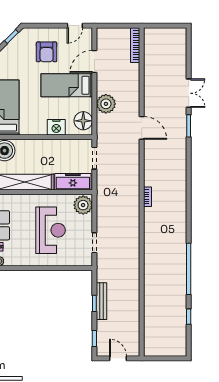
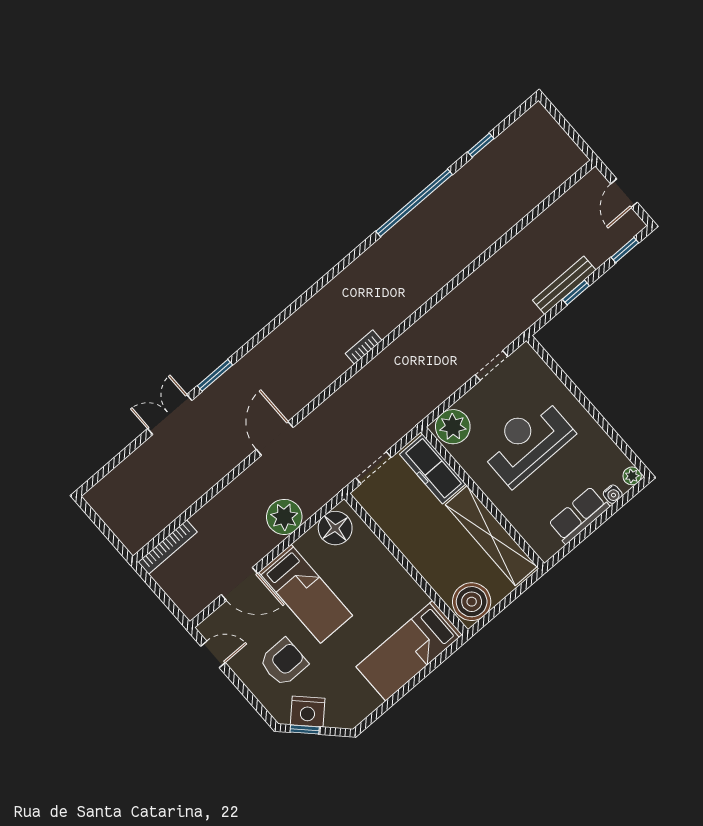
nightstand: (56, 127) -> (308, 712), moved, turned 135

